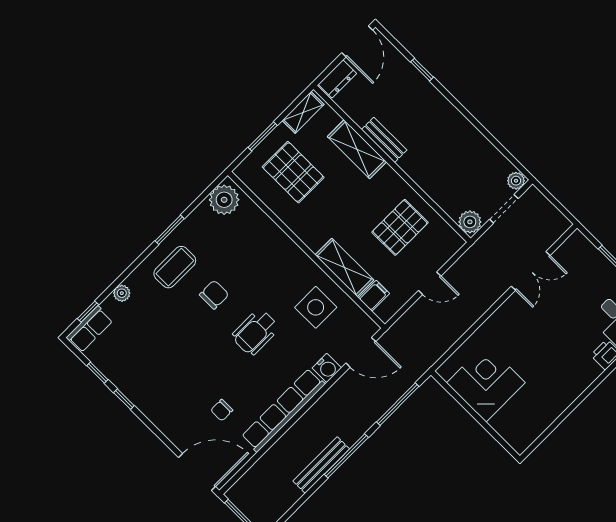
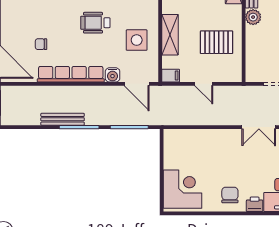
plant: (470, 222) -> (253, 17), moved
filing cabinet: (374, 296) -> (171, 76), moved
chair: (571, 370) -> (230, 195), added
corner desk: (486, 383) -> (182, 189), moved

